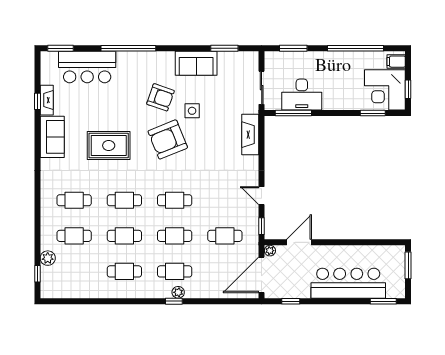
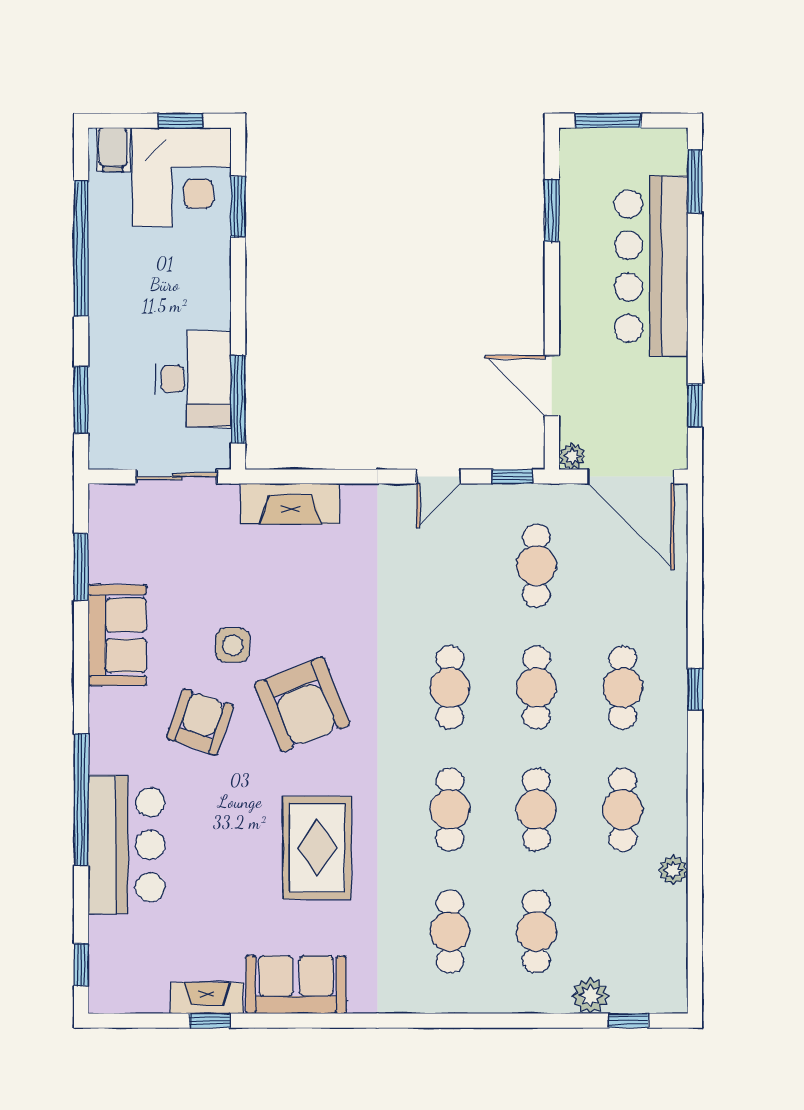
window: (61, 48) -> (81, 965), width x0.67
bar counter: (87, 67) -> (126, 845), moved
window: (371, 242) -> (552, 210), added
plant: (178, 292) -> (673, 870), moved

